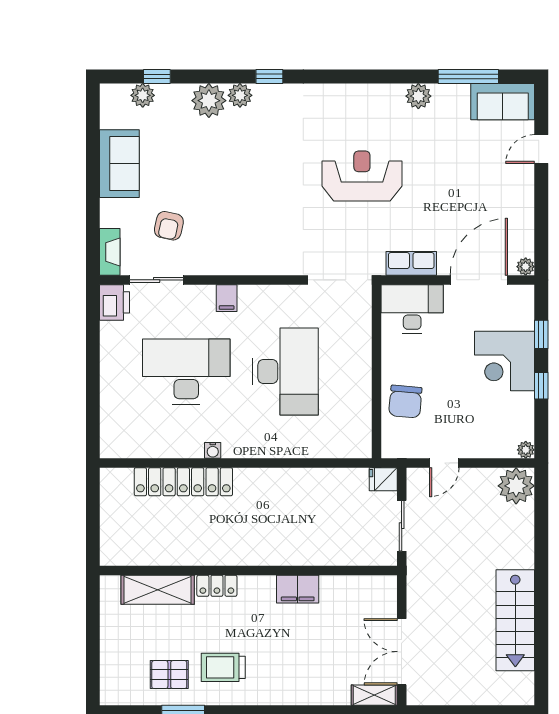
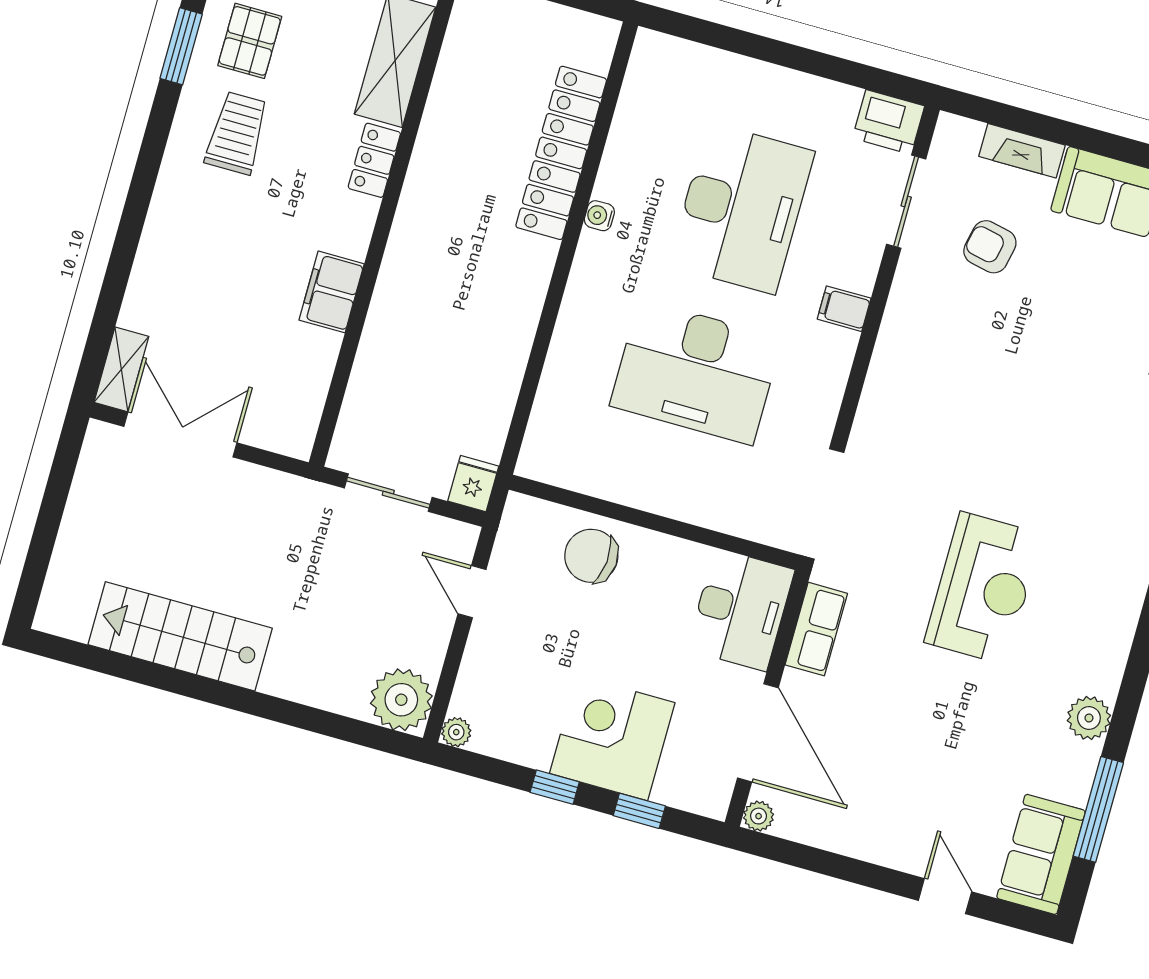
fireplace: (110, 252) -> (1022, 151), moved

